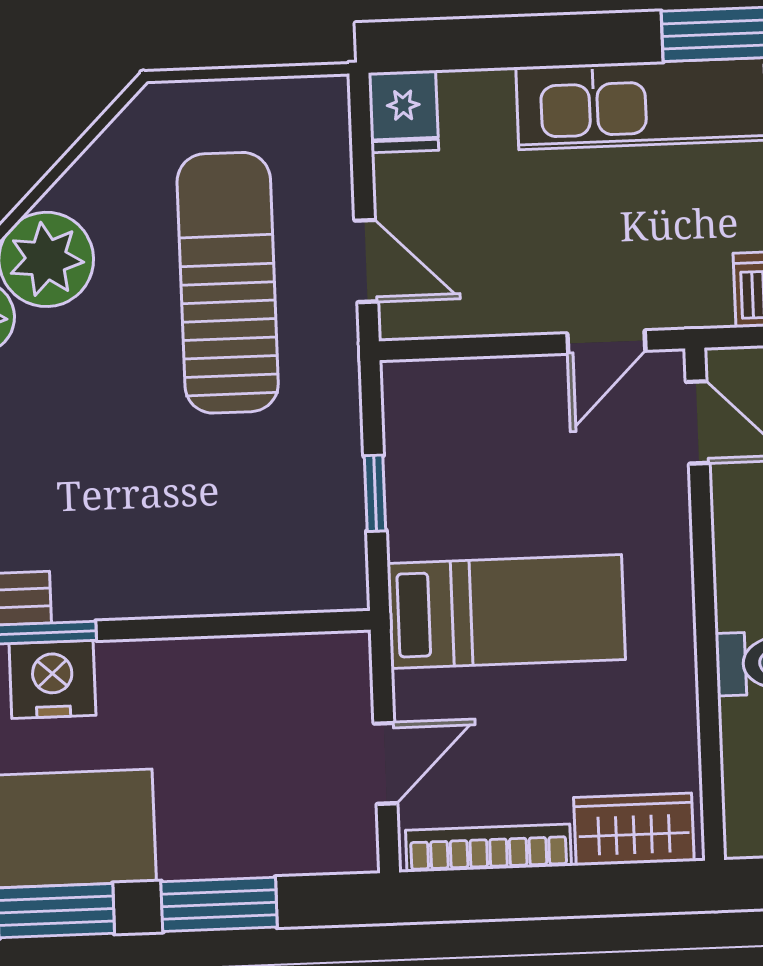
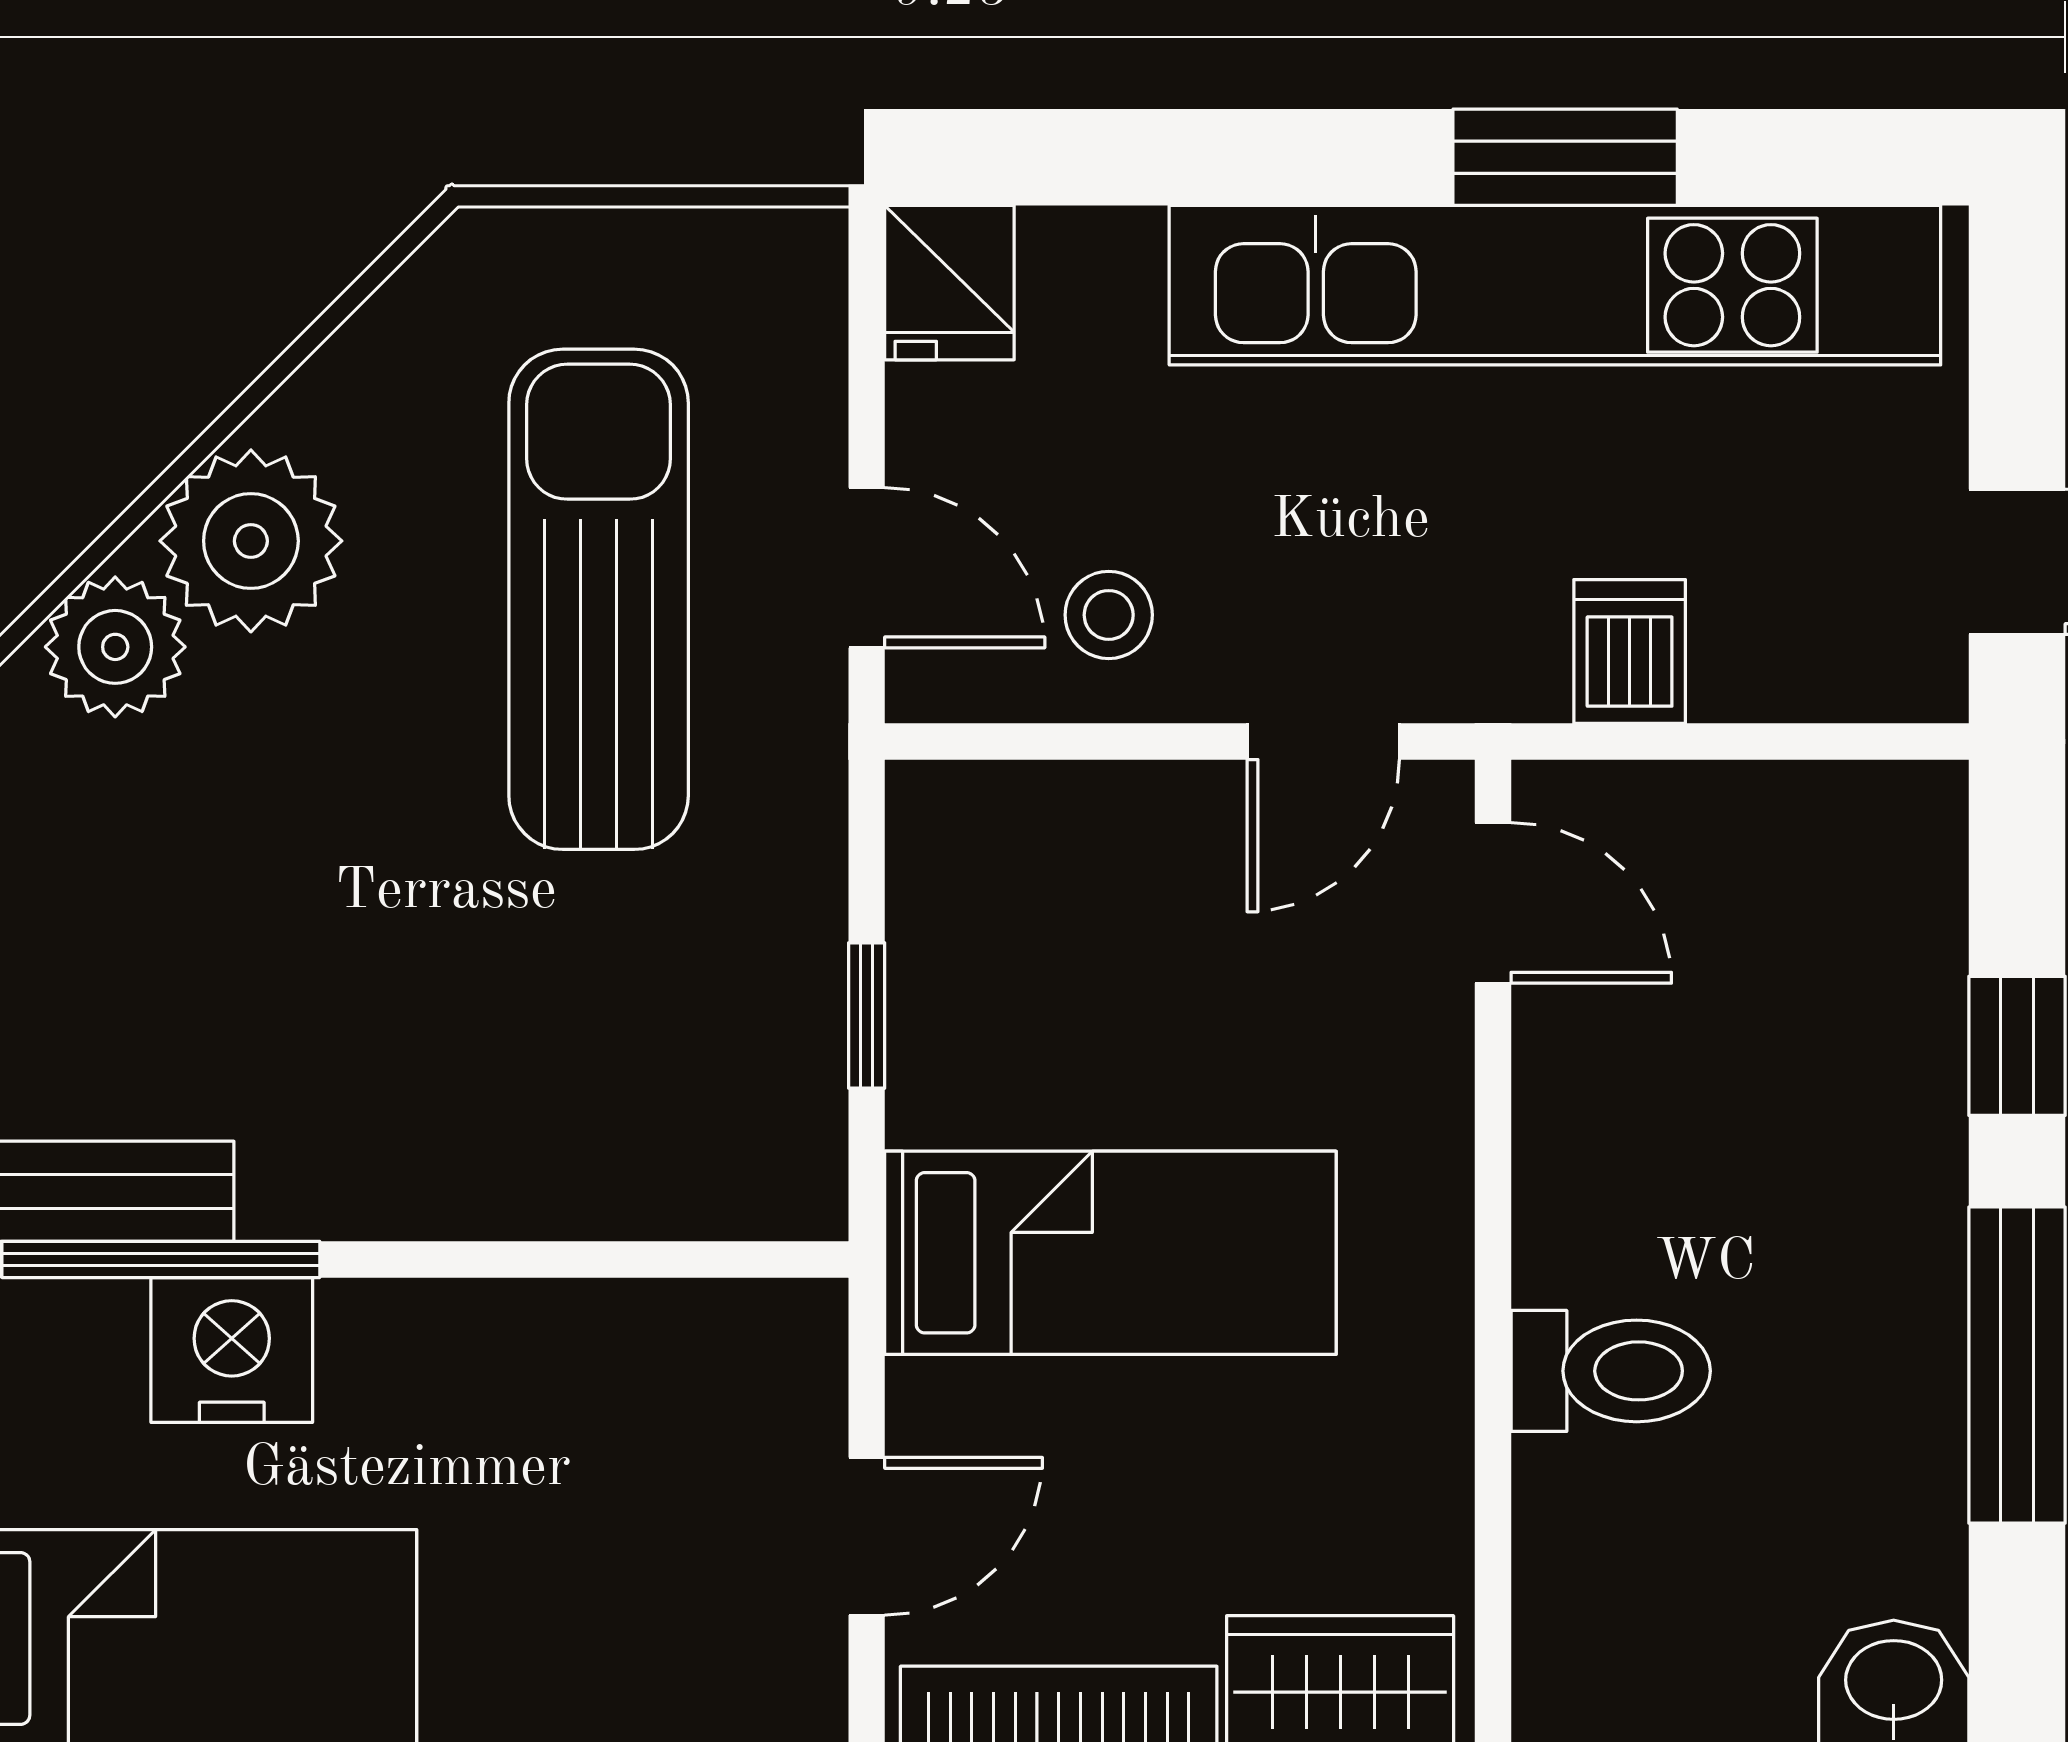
stool: (493, 281) -> (1109, 615), added

